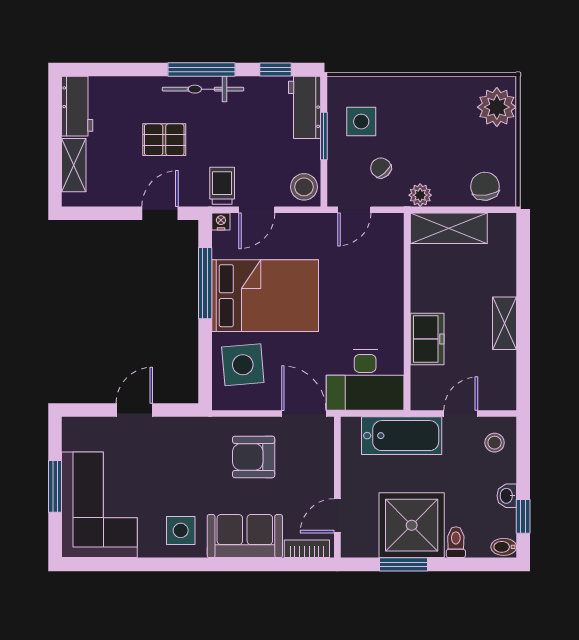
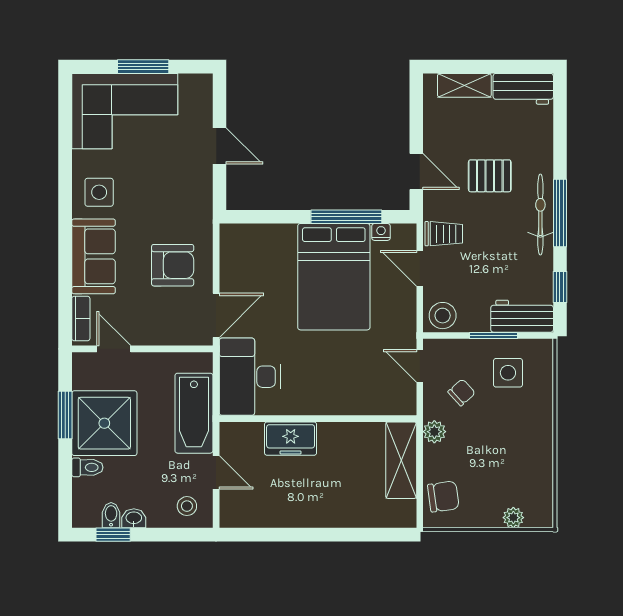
plant: (497, 107) -> (513, 518), width x0.53, depth x0.53
pallet: (164, 140) -> (490, 176), turned 90
nightstand: (221, 221) -> (381, 232), moved, turned -90
shelving: (505, 323) -> (306, 516), removed
side table: (243, 365) -> (265, 254), removed
armchair: (254, 457) -> (173, 265), turned 90
bidet: (504, 547) -> (111, 515), moved

